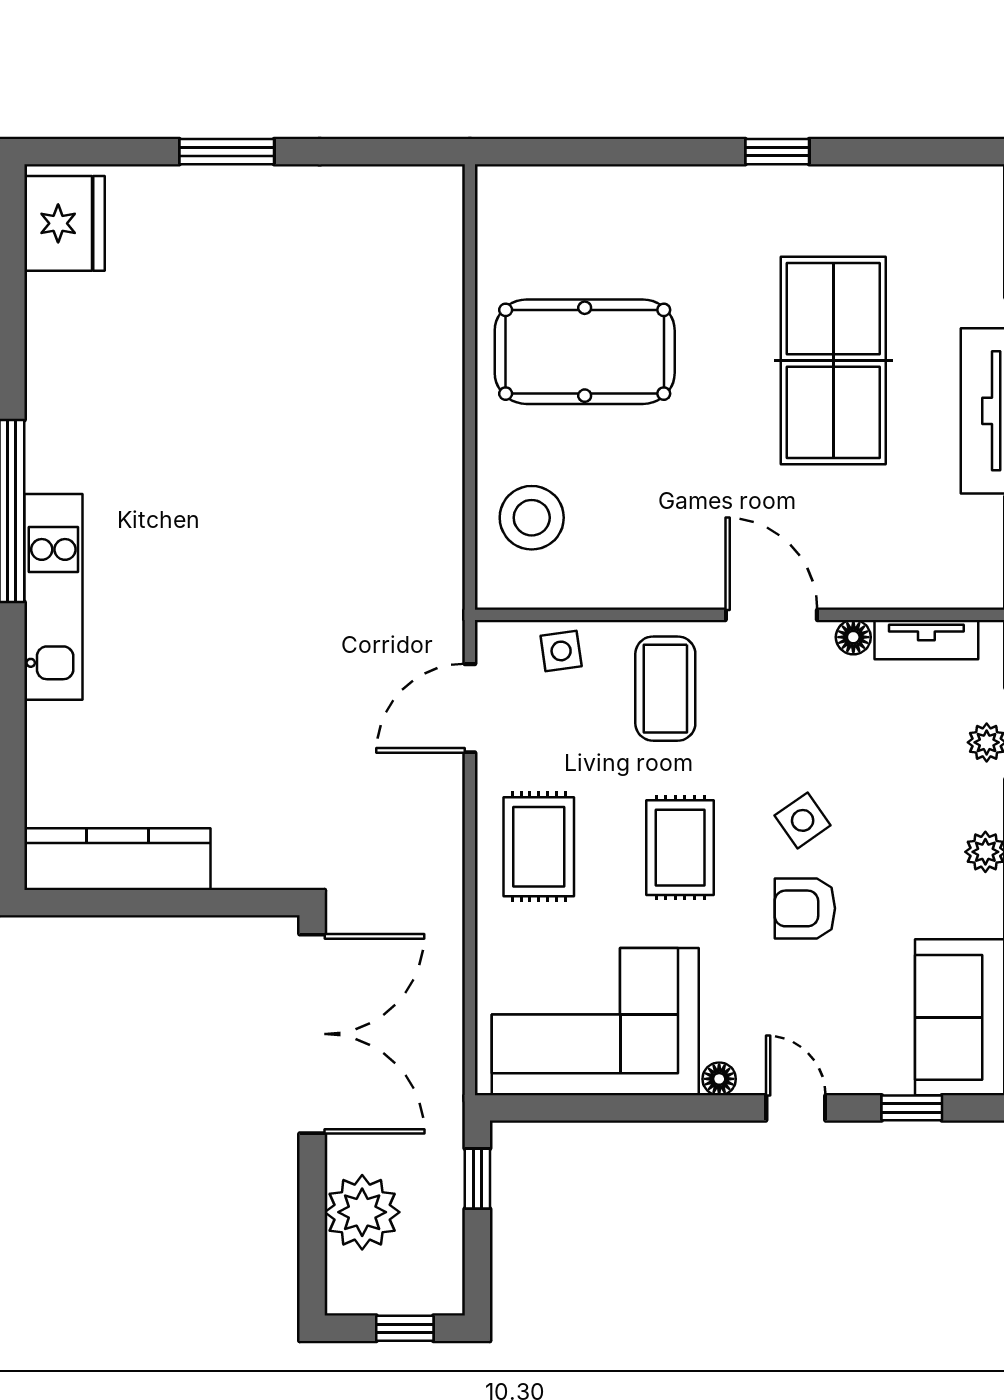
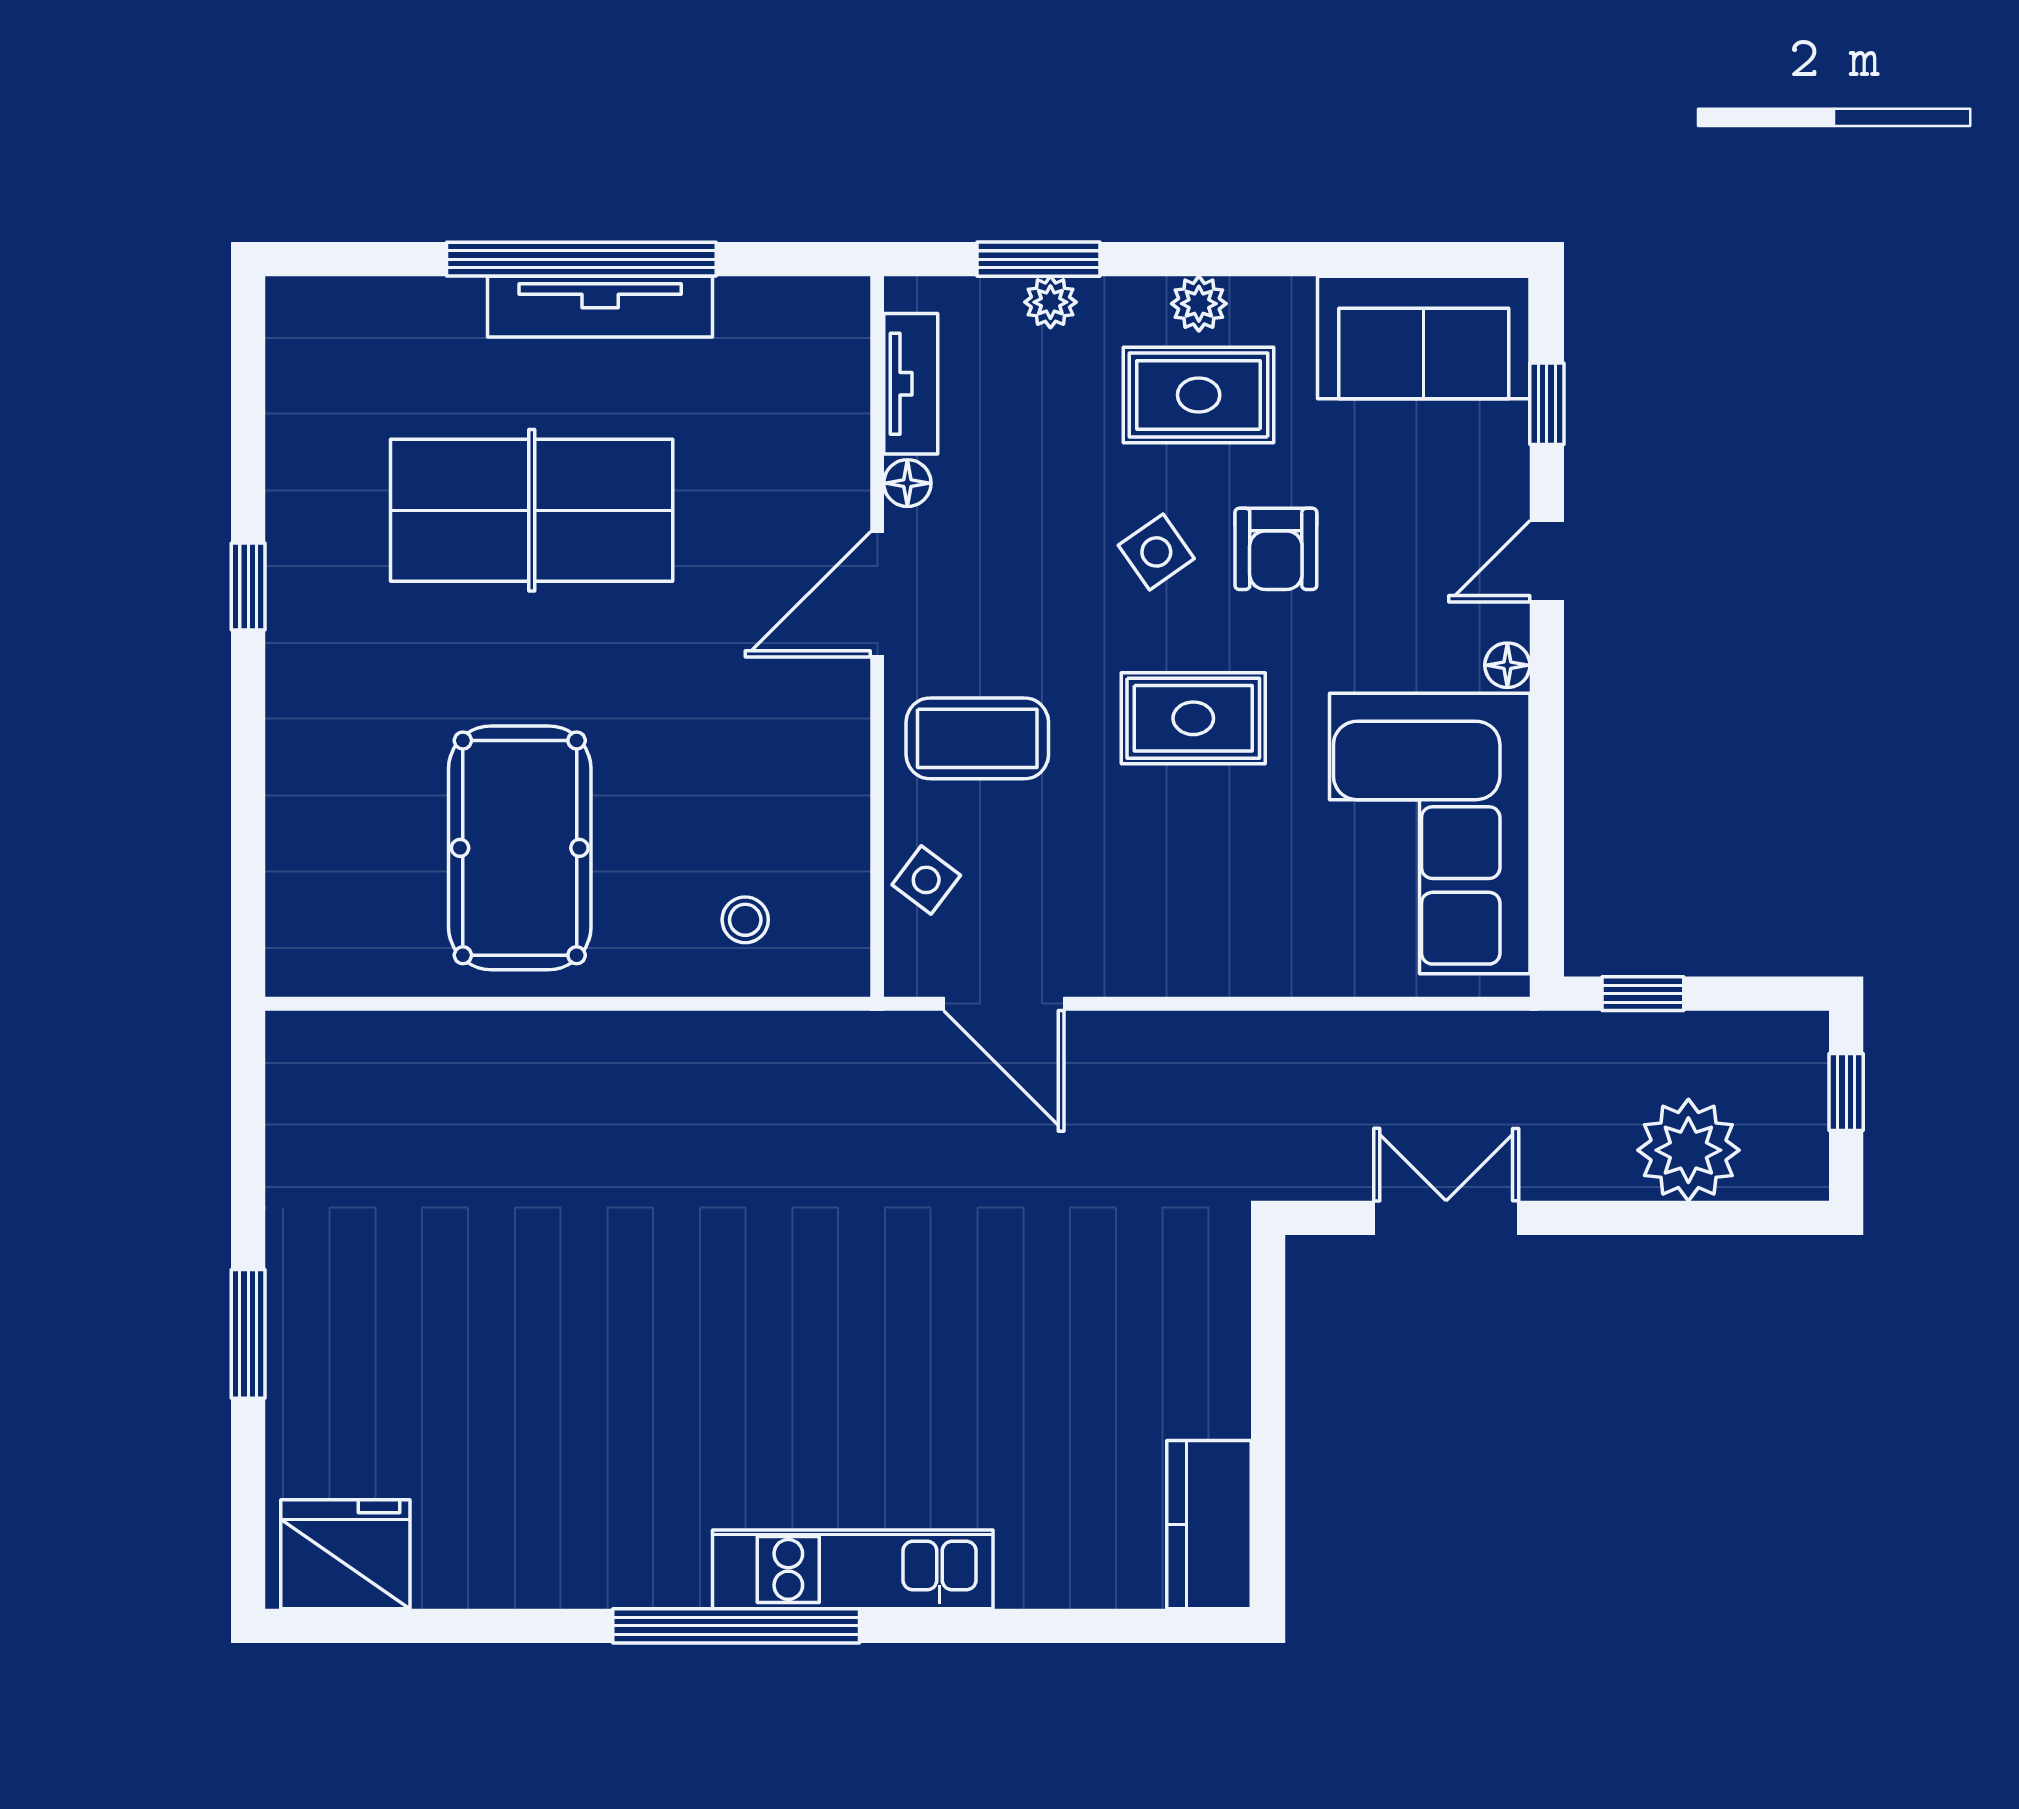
stool: (532, 518) -> (745, 920), width x0.53, depth x0.53
side table: (561, 651) -> (926, 880), turned 45
rug: (539, 847) -> (1199, 395), moved
kitchen counter: (117, 859) -> (1209, 1525), width x0.67
double door: (312, 1034) -> (1446, 1218), width x0.54

